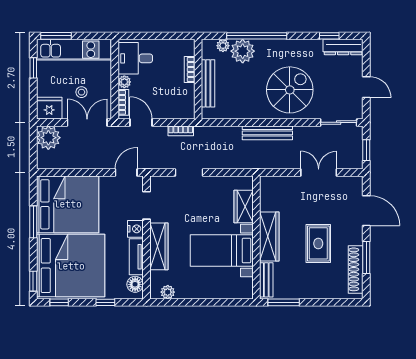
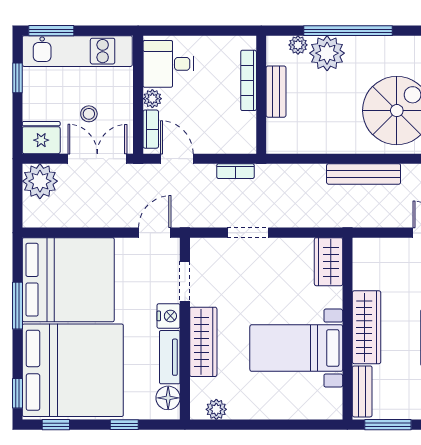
bookcase: (190, 70) -> (249, 80), width x1.56
bench: (208, 83) -> (276, 92), width x0.73
wardrobe: (244, 206) -> (329, 262), moved

